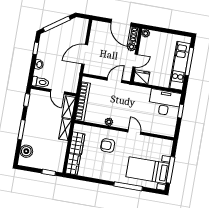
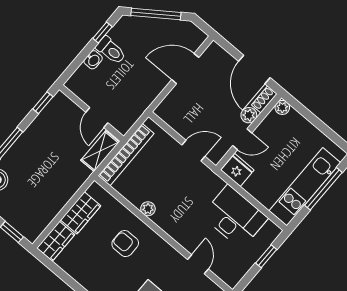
door: (85, 54) -> (185, 69), moved
toilet: (40, 82) -> (111, 50), moved
desk: (165, 103) -> (235, 217), moved
shelving: (65, 129) -> (75, 181), removed
door: (134, 132) -> (198, 264), moved

